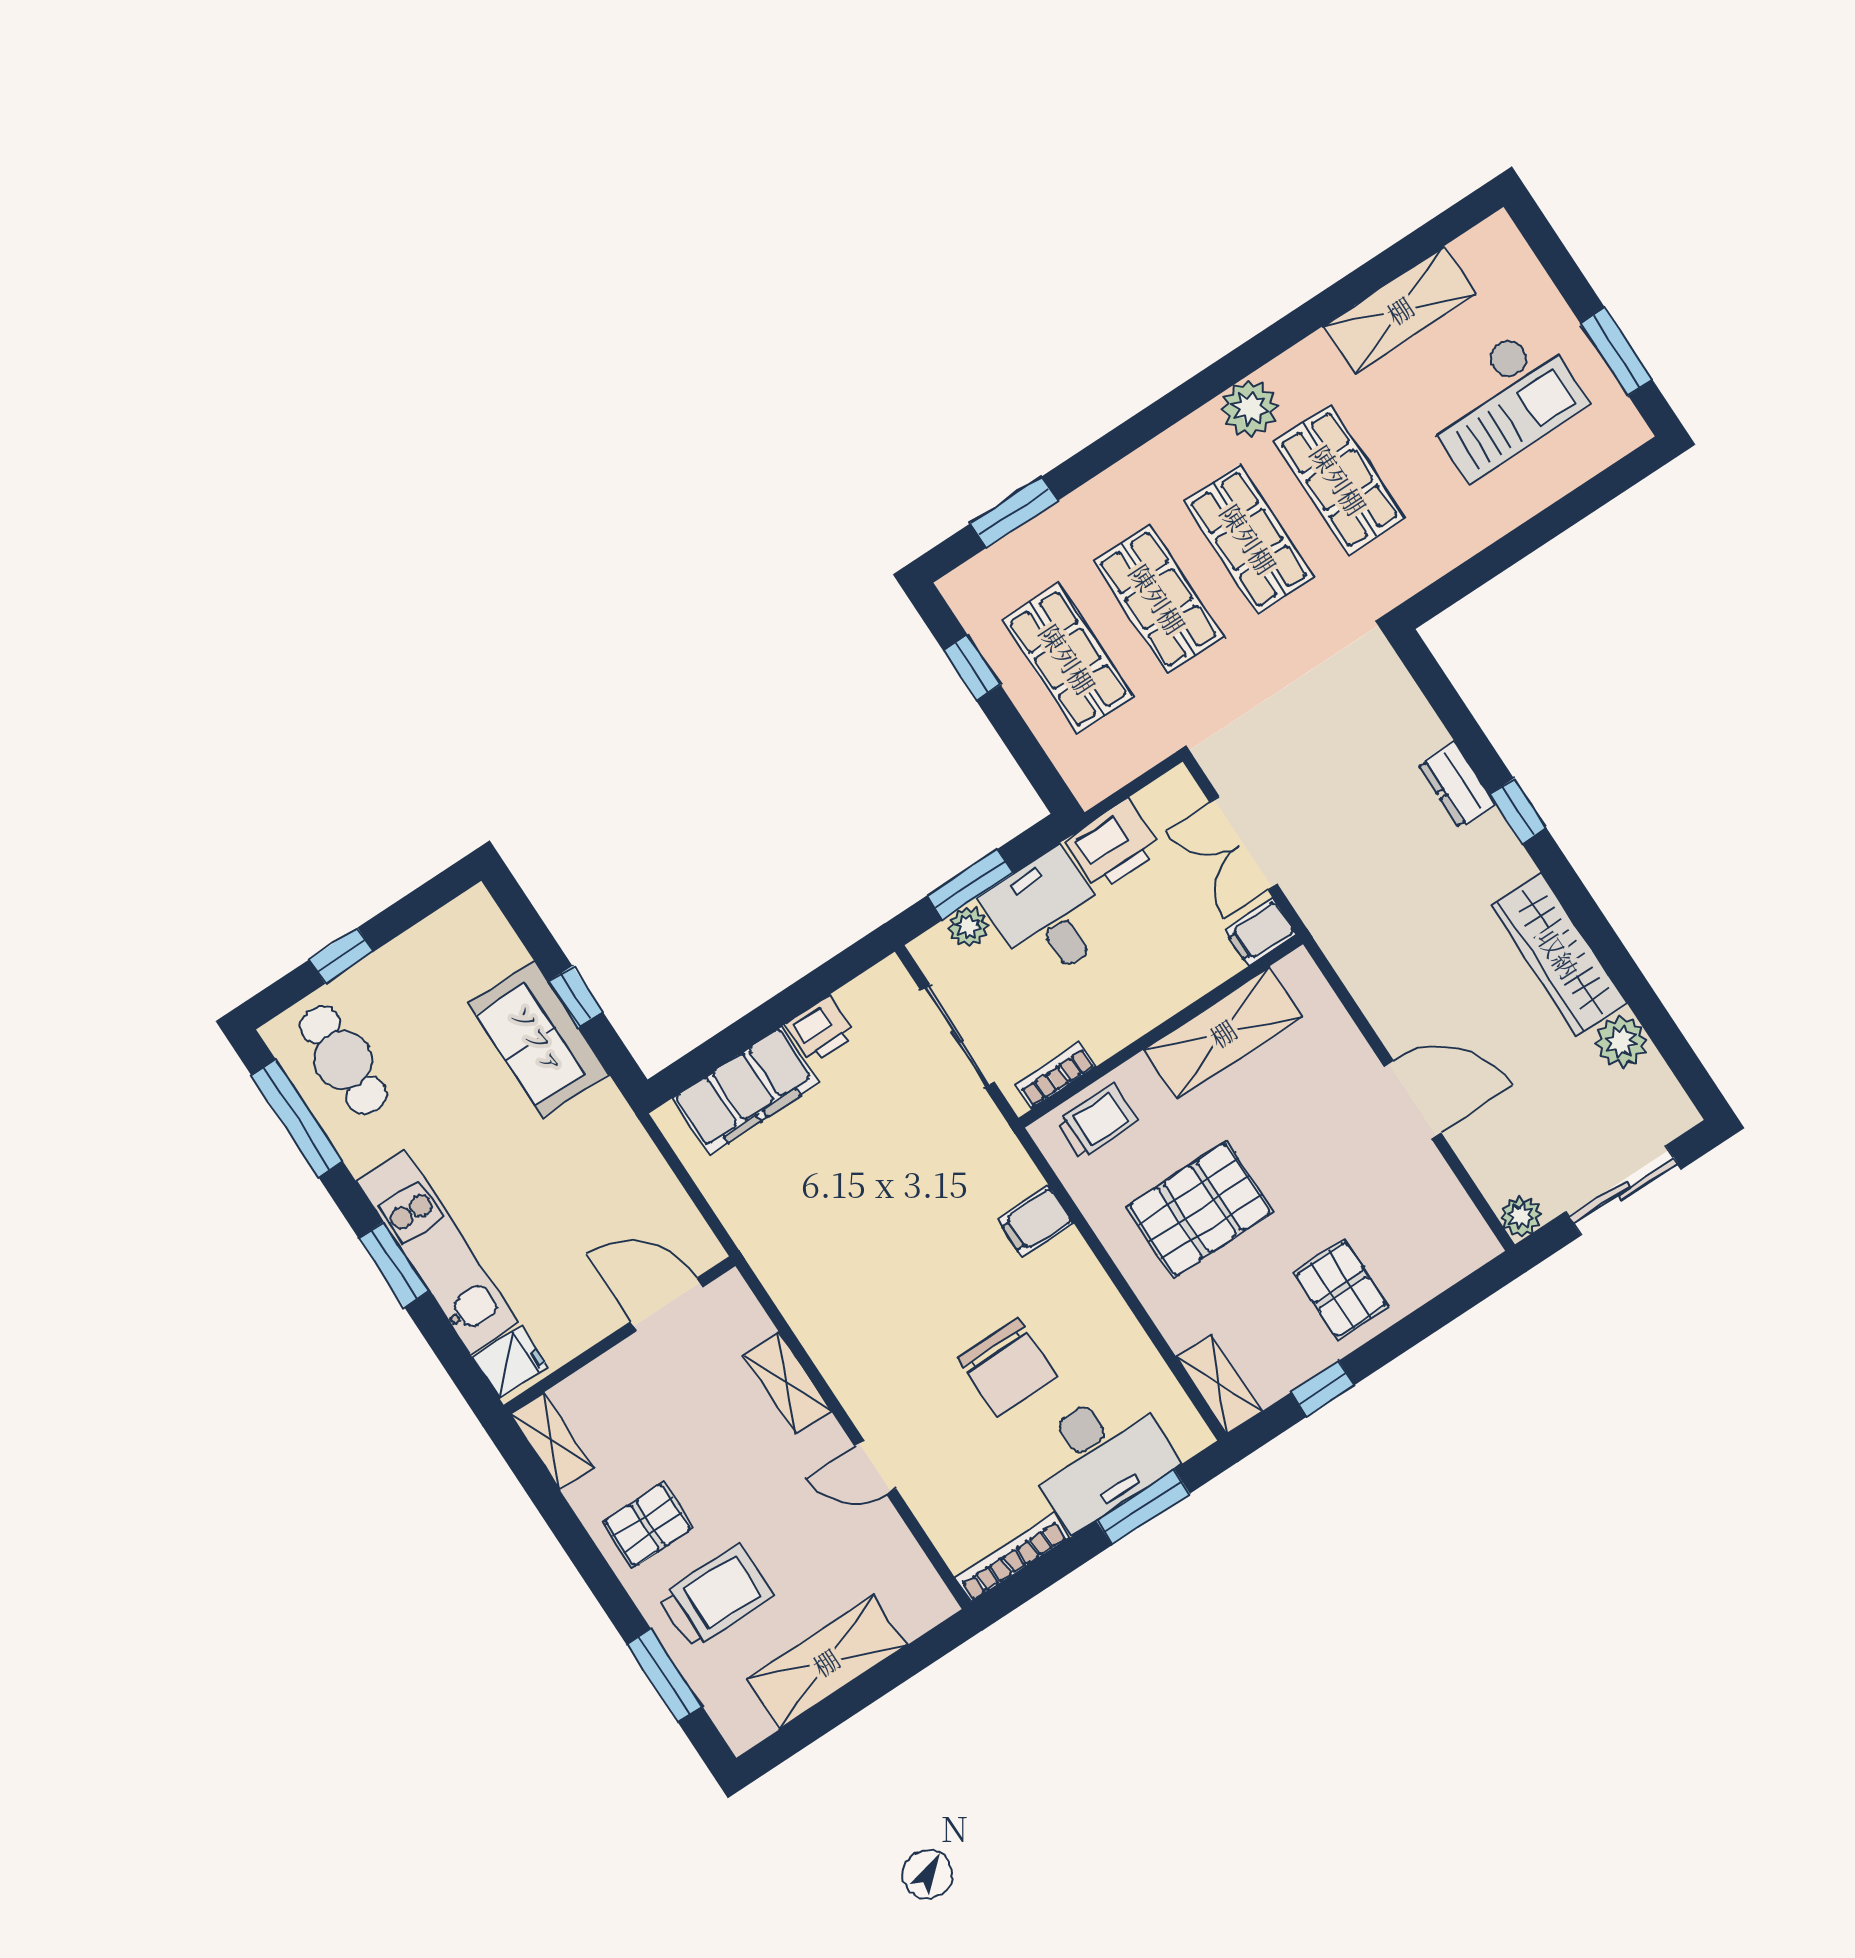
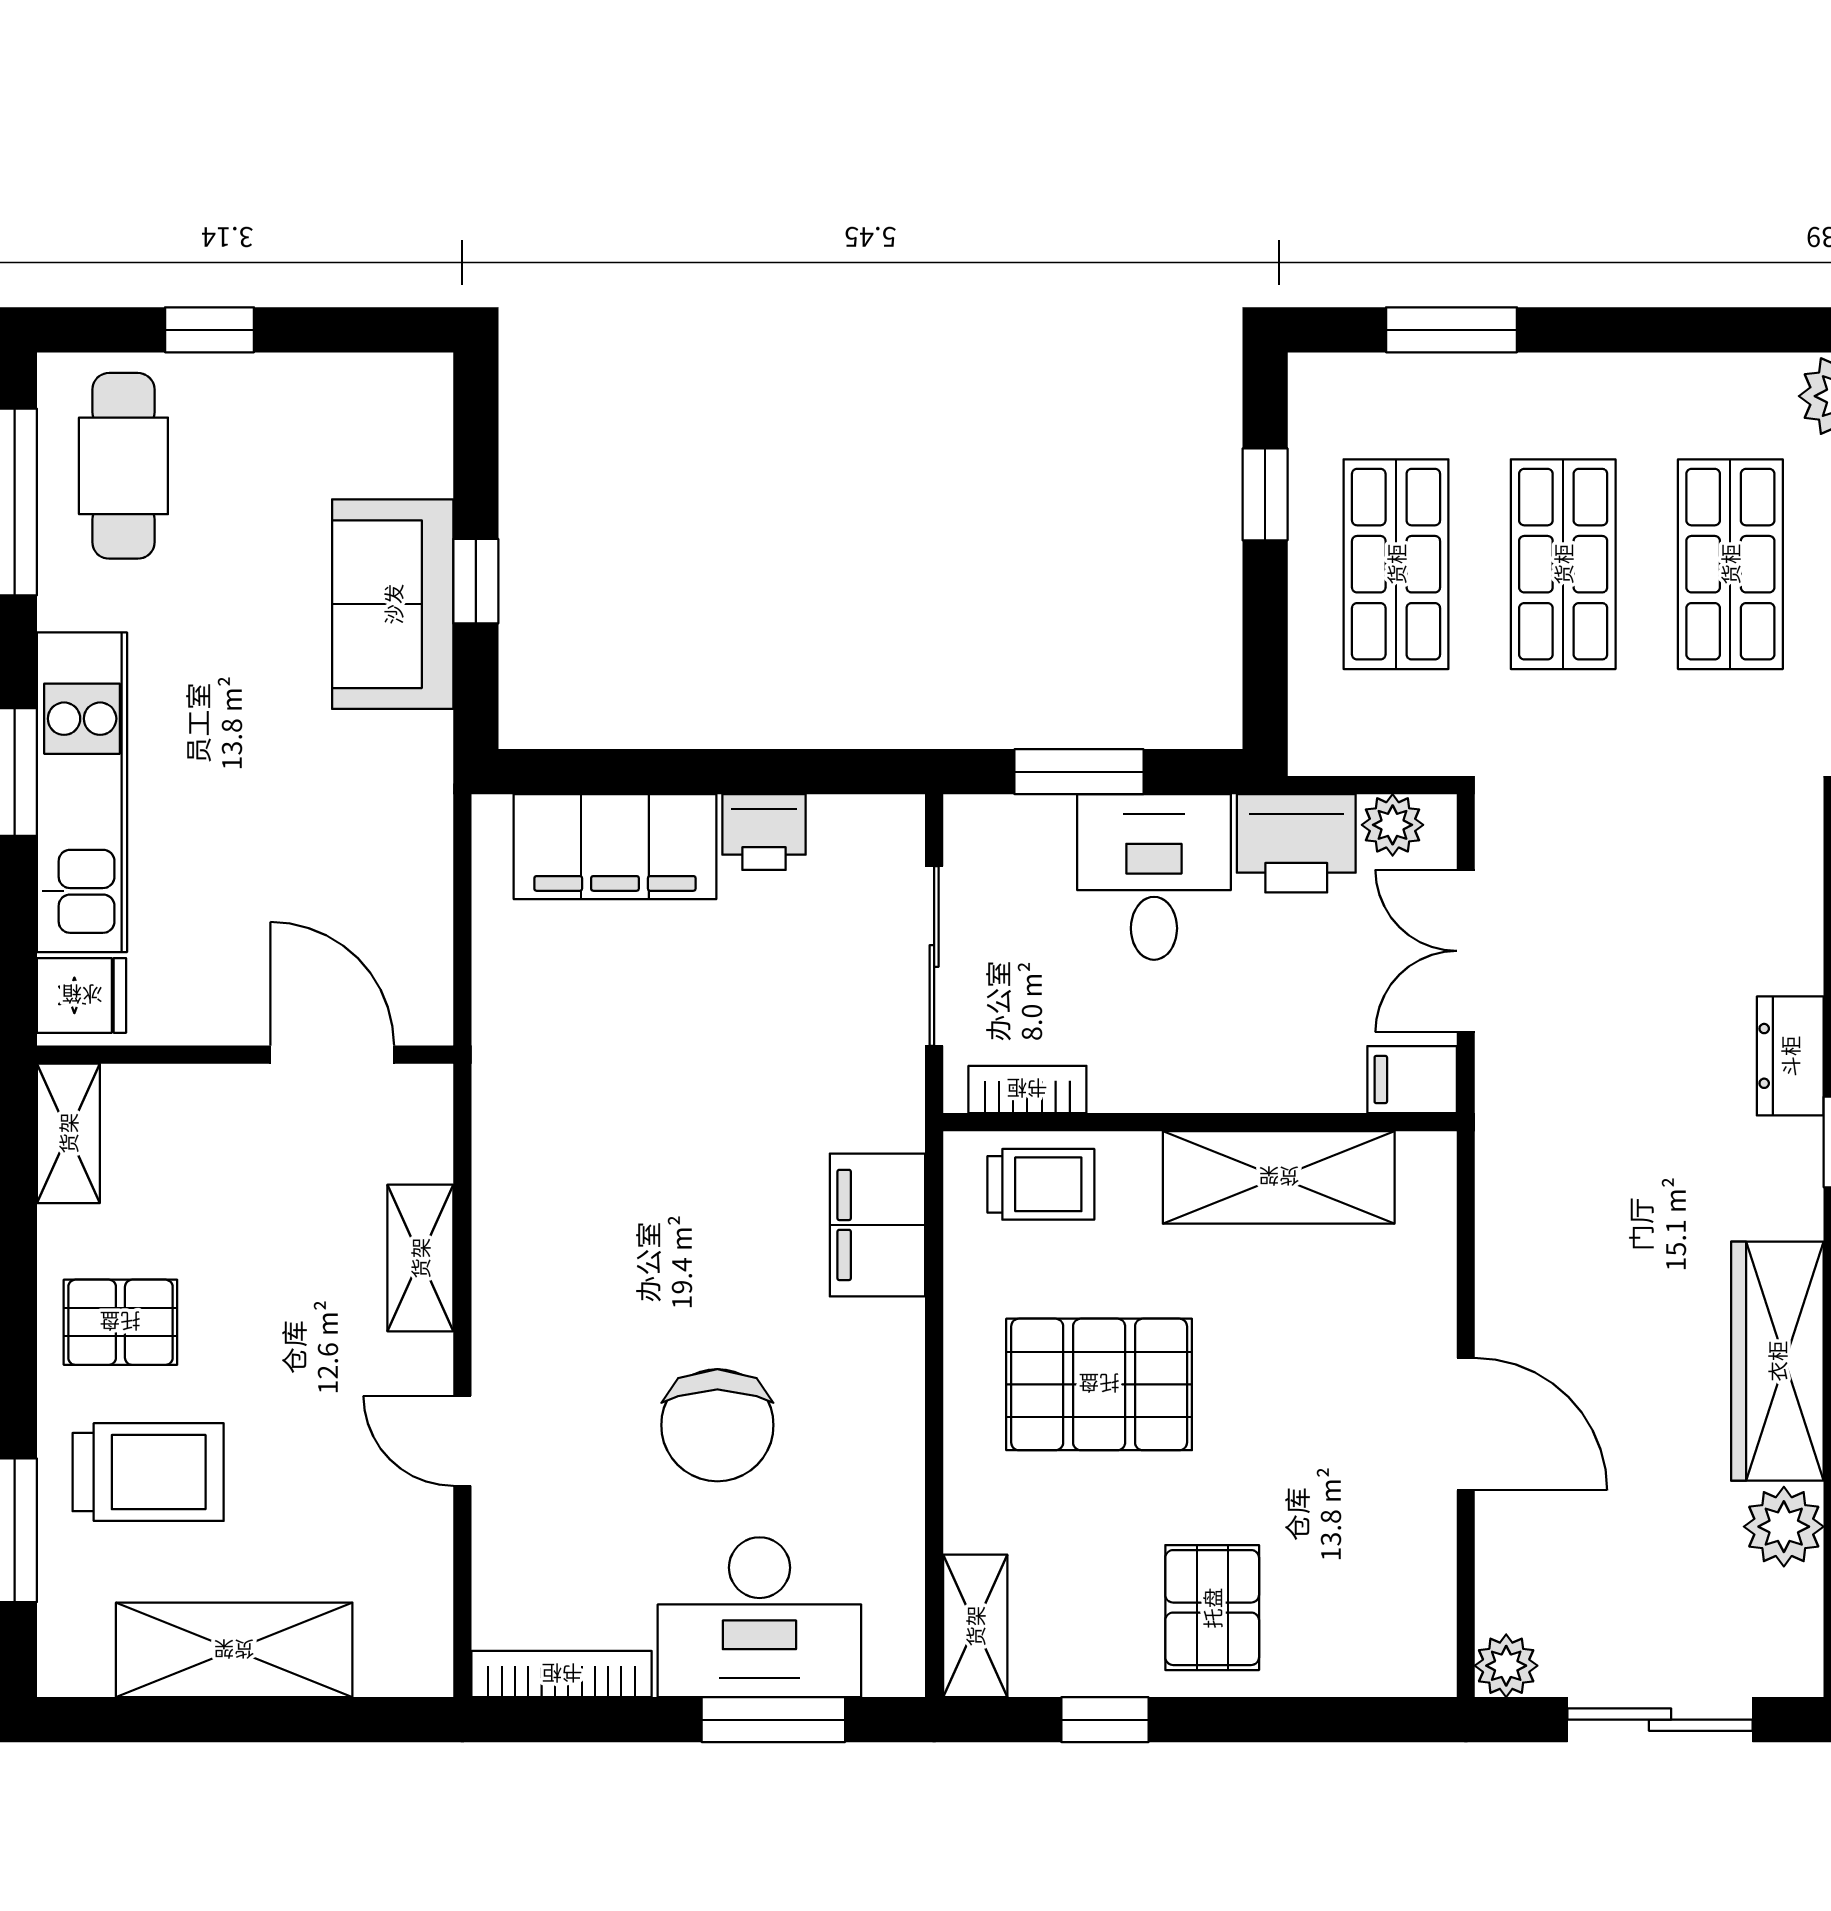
plant: (968, 927) -> (1393, 825), moved
filing cabinet: (1036, 1221) -> (877, 1225), width x2.00

